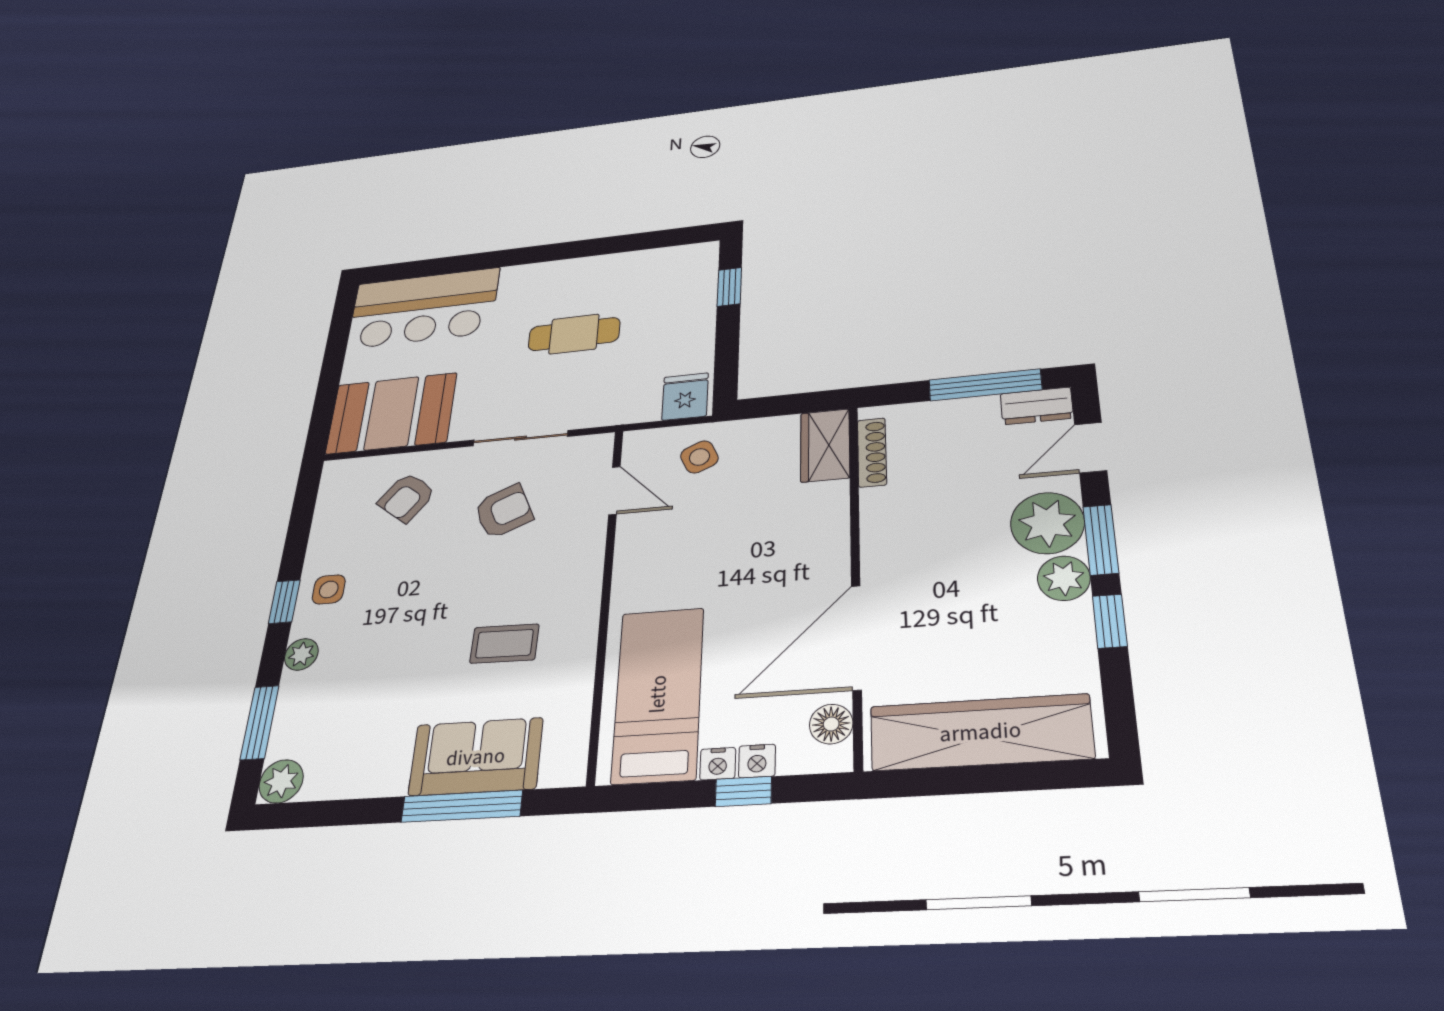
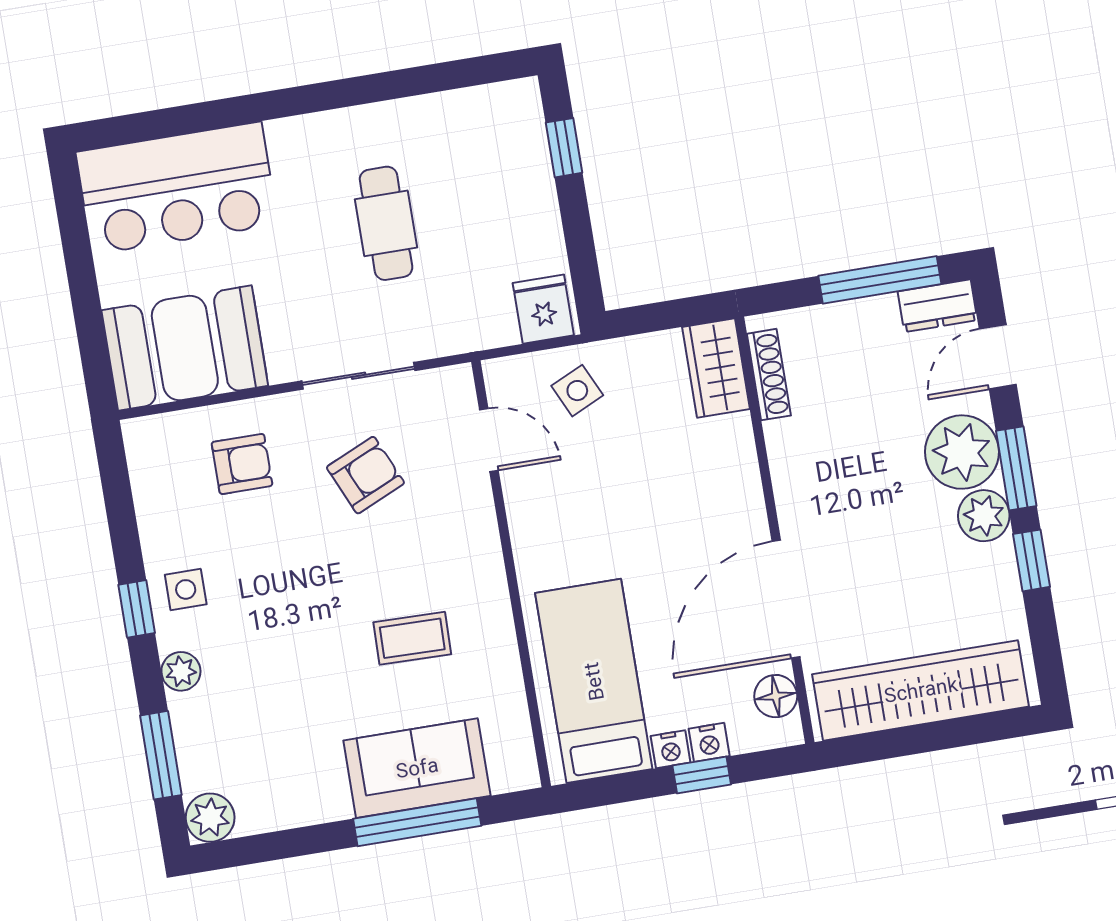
cafe table: (574, 334) -> (386, 223), turned 90
armchair: (407, 497) -> (242, 464), turned -128

